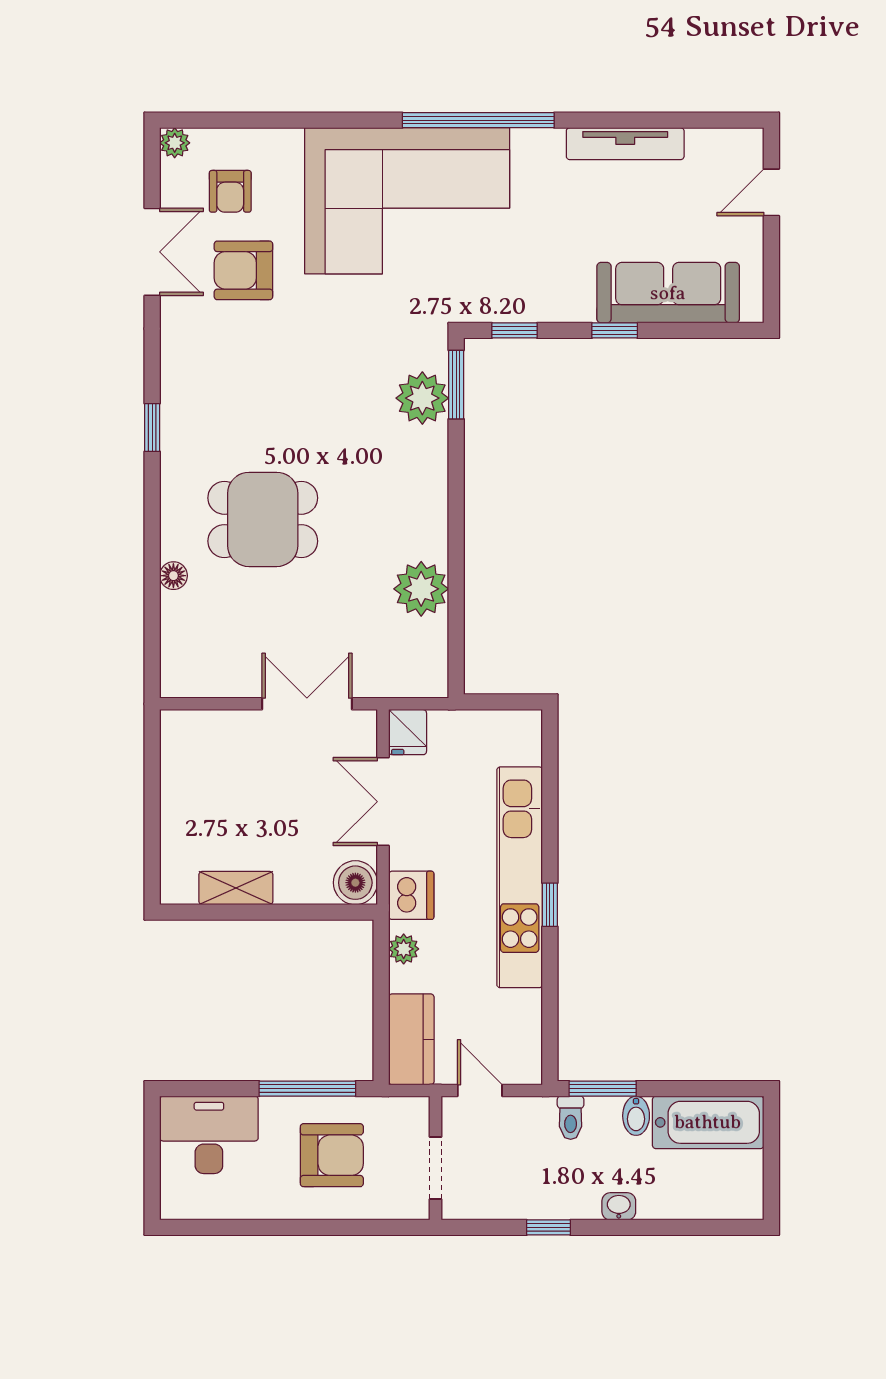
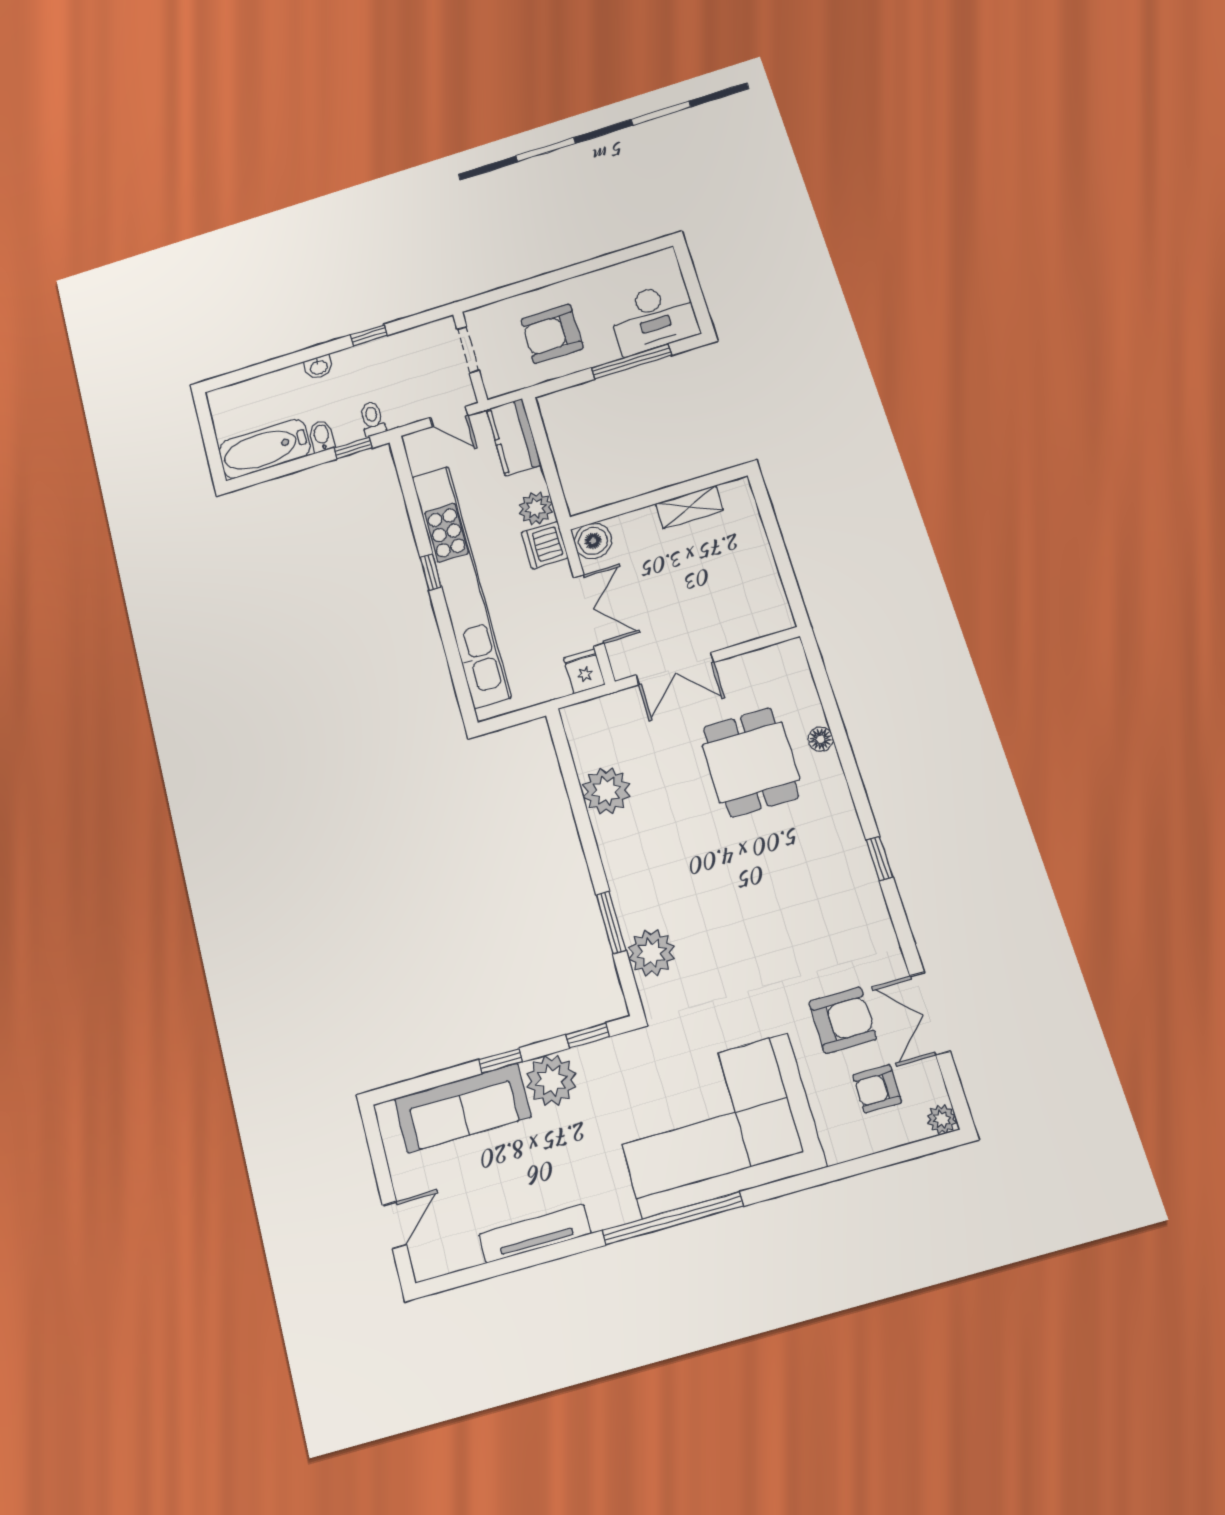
armchair: (230, 191) -> (877, 1089), turned -90
plant: (566, 295) -> (551, 1080), added
window: (456, 385) -> (611, 923), moved
dining table: (263, 519) -> (751, 762), moved, turned 90
kitchen unit: (520, 877) -> (461, 586), width x1.36
plant: (404, 949) -> (536, 508), width x1.38, depth x1.38
window: (307, 1089) -> (631, 361), moved
window: (603, 1089) -> (353, 448), width x0.67

